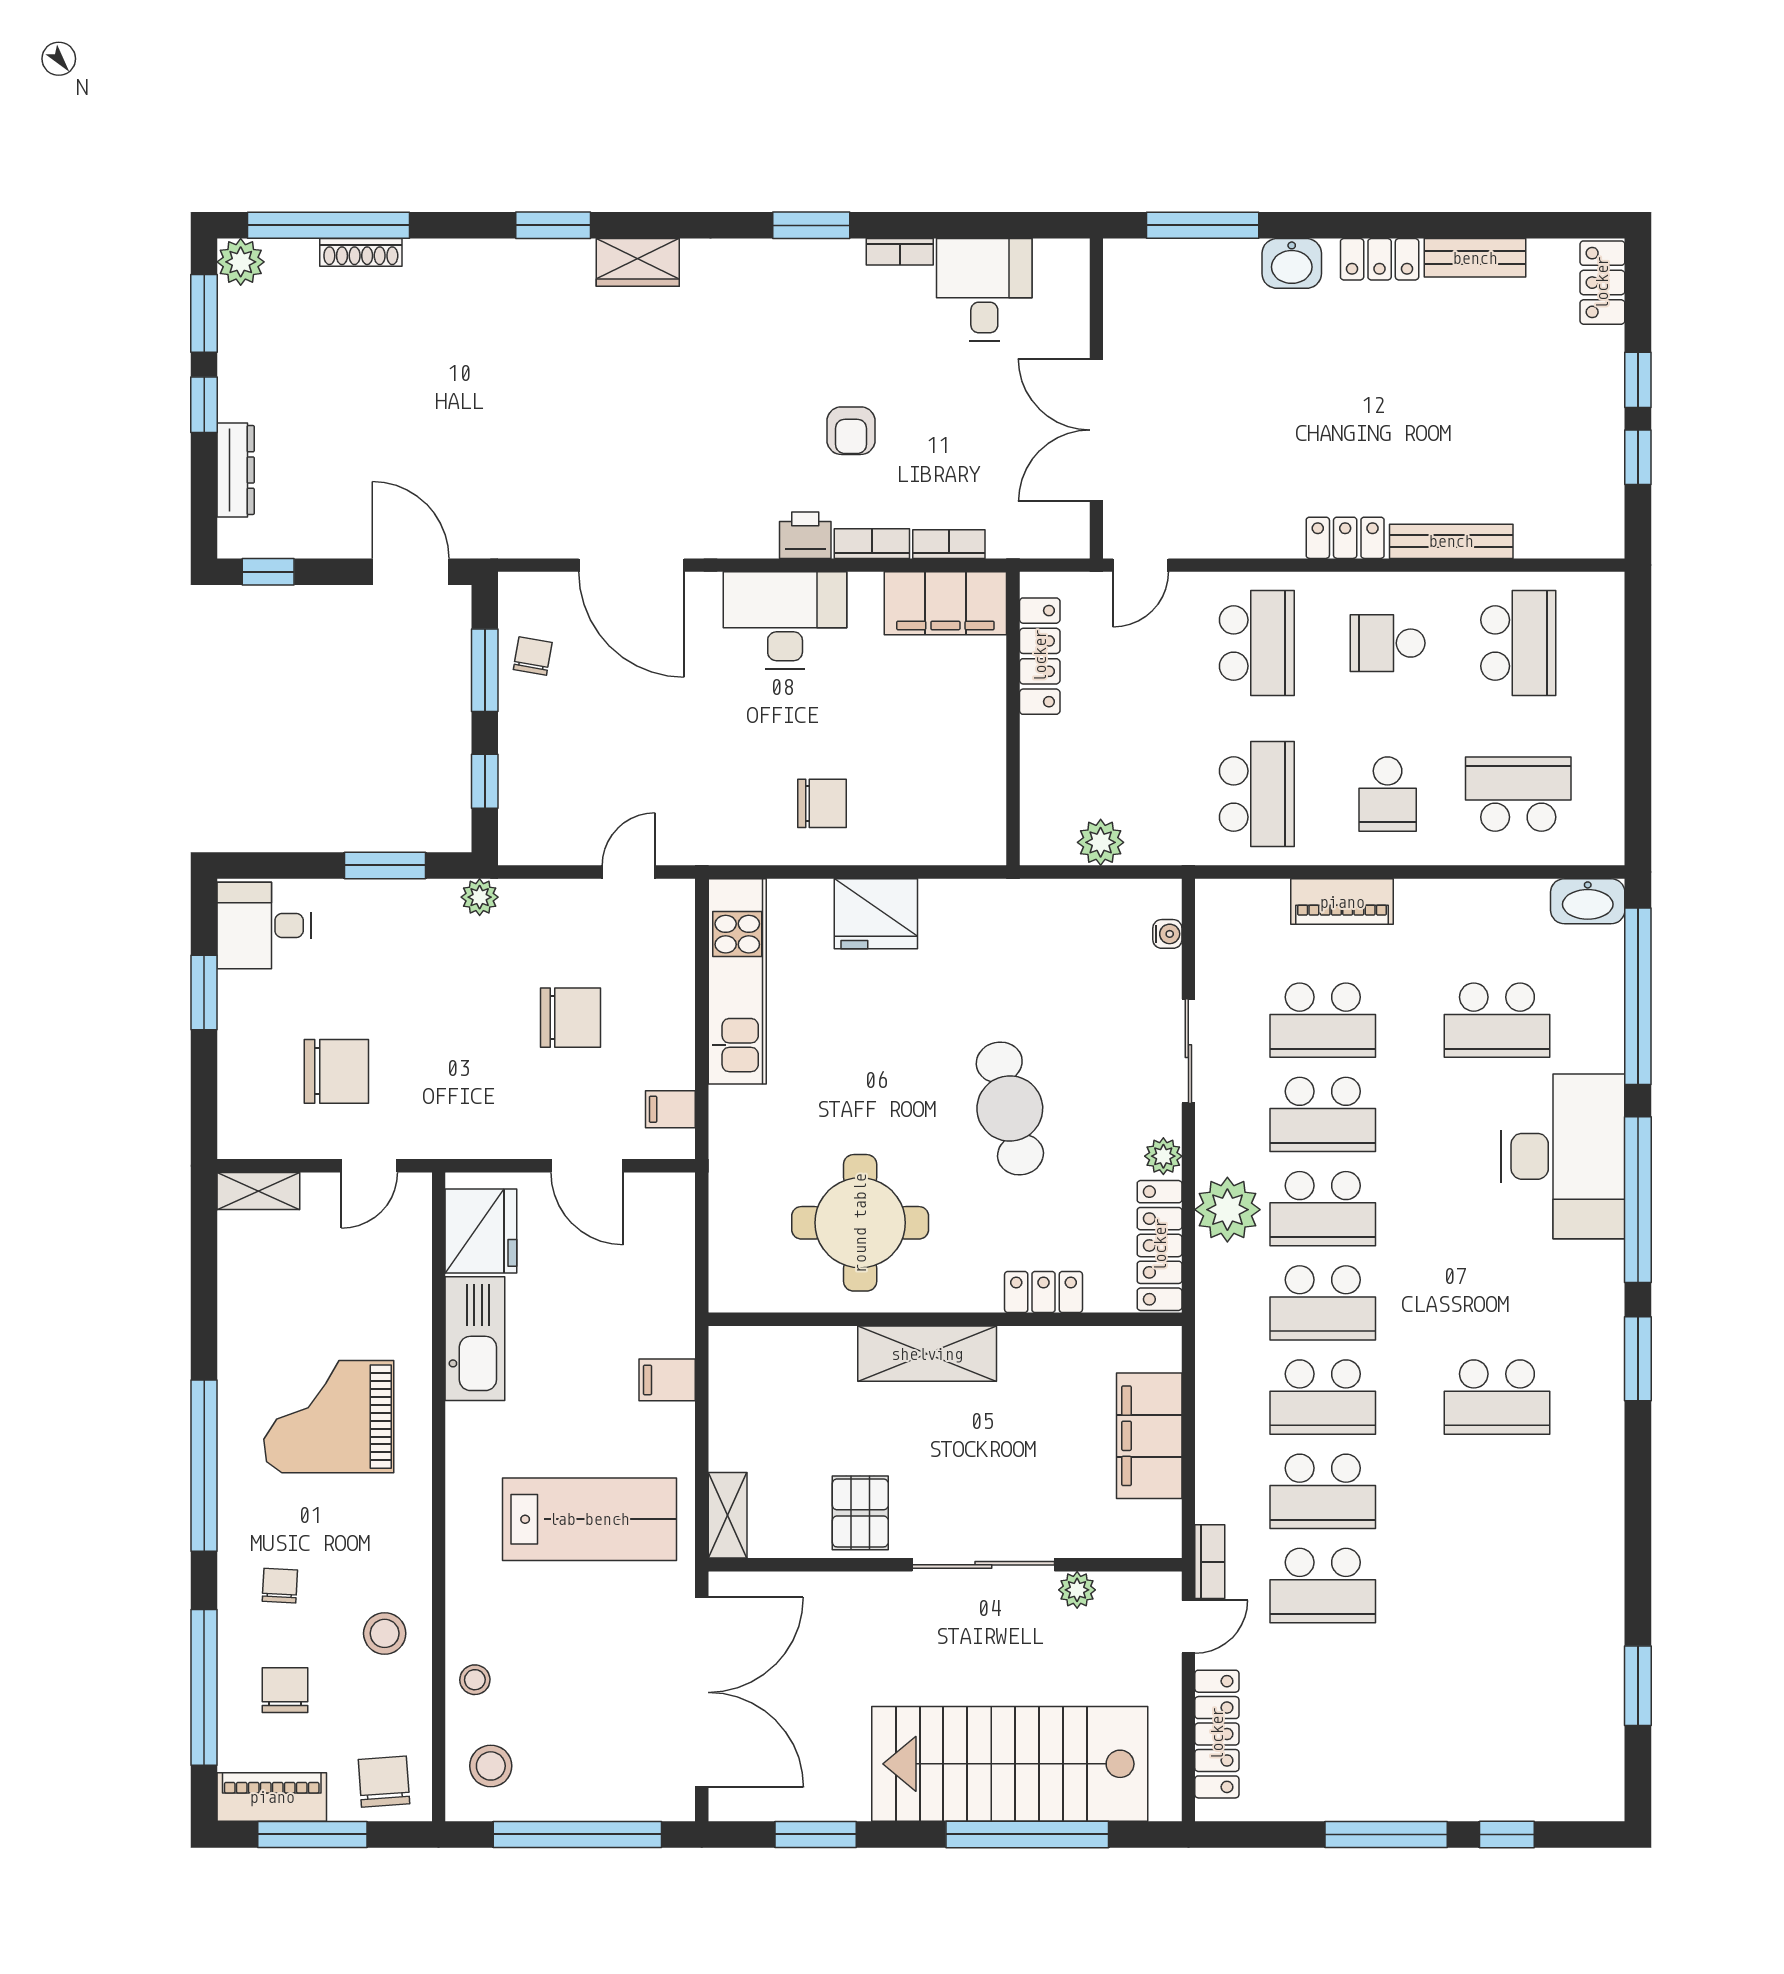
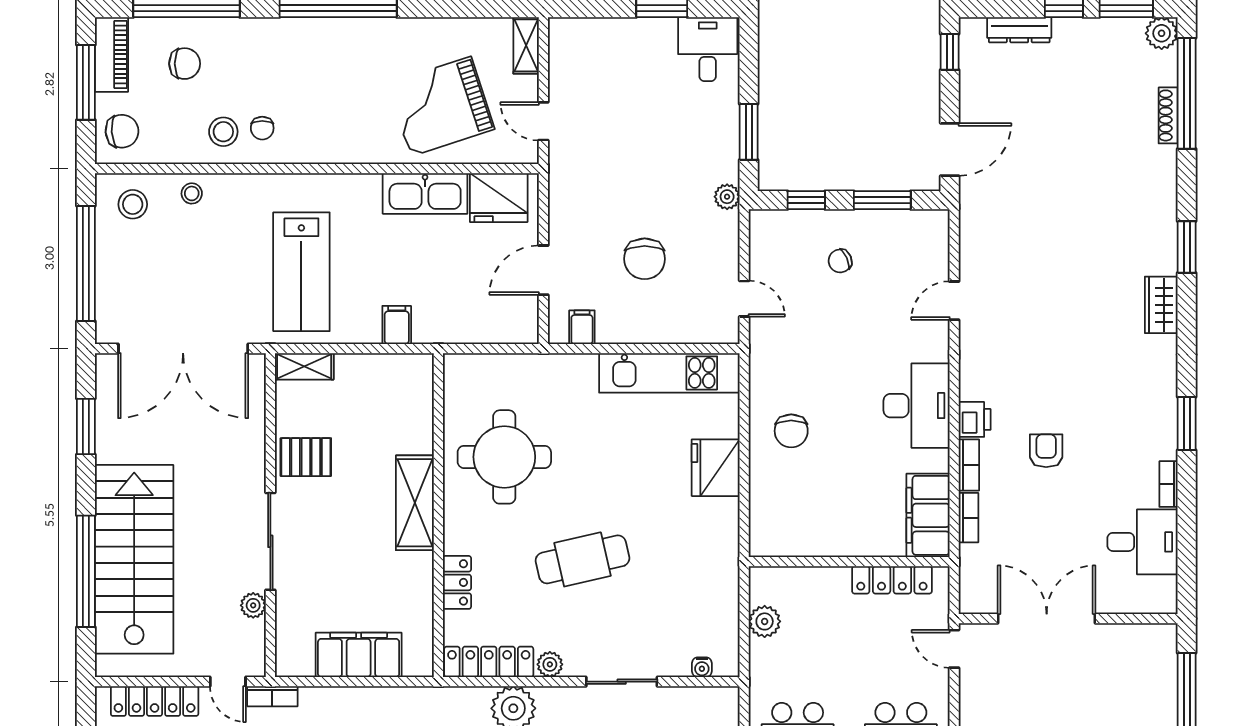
armchair: (851, 431) -> (1046, 451), turned 90
door: (631, 565) -> (954, 301), width x0.53
chair: (533, 656) -> (840, 261), moved, turned 146
chair: (336, 1071) -> (608, 99), removed
grand piano: (329, 1417) -> (441, 106), moved, turned -108
chair: (280, 1586) -> (262, 128), moved, turned 87

